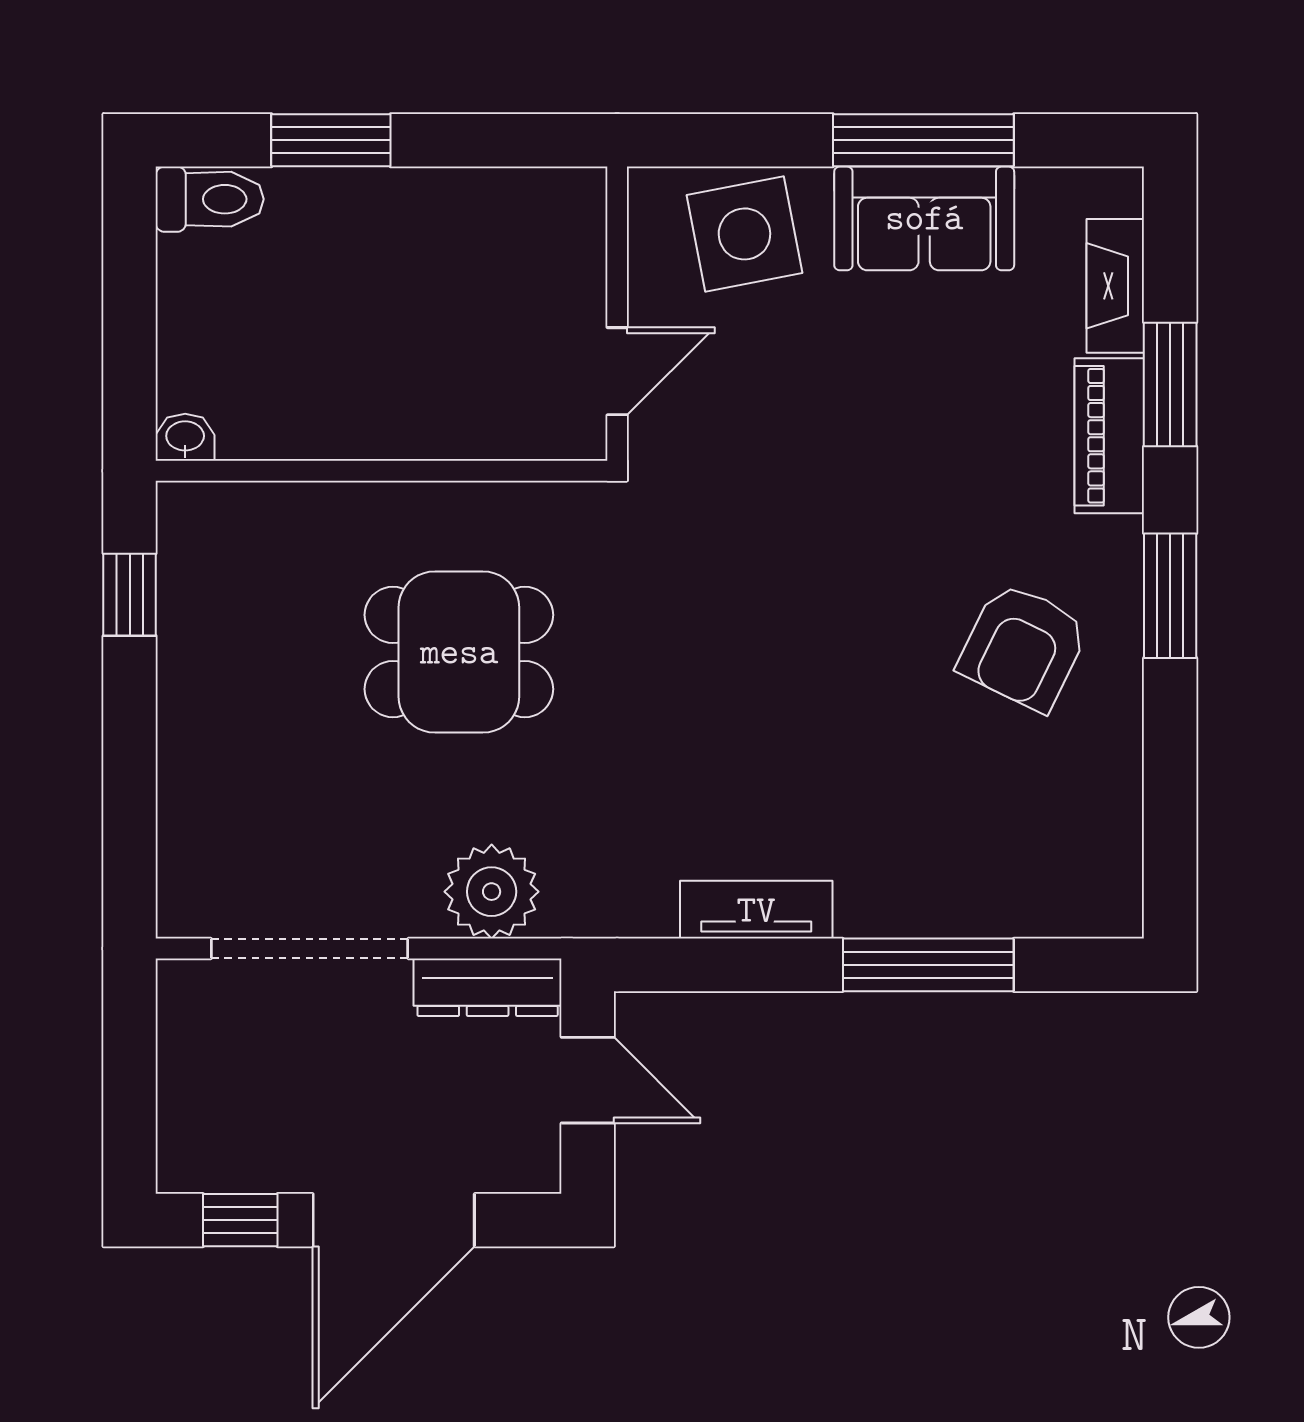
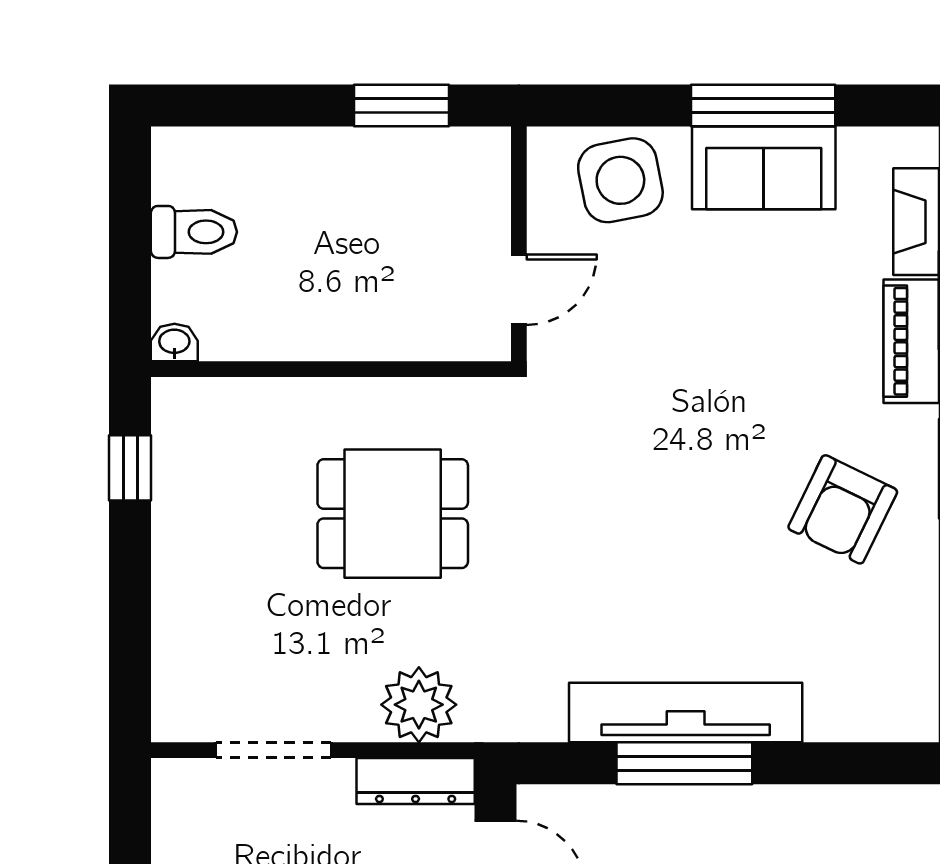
window: (331, 140) -> (402, 106), moved
toilet: (210, 199) -> (194, 232), moved
tv unit: (756, 910) -> (686, 712), width x1.92, depth x1.29
doorway: (310, 949) -> (274, 750), width x0.73
window: (928, 965) -> (684, 763), moved

